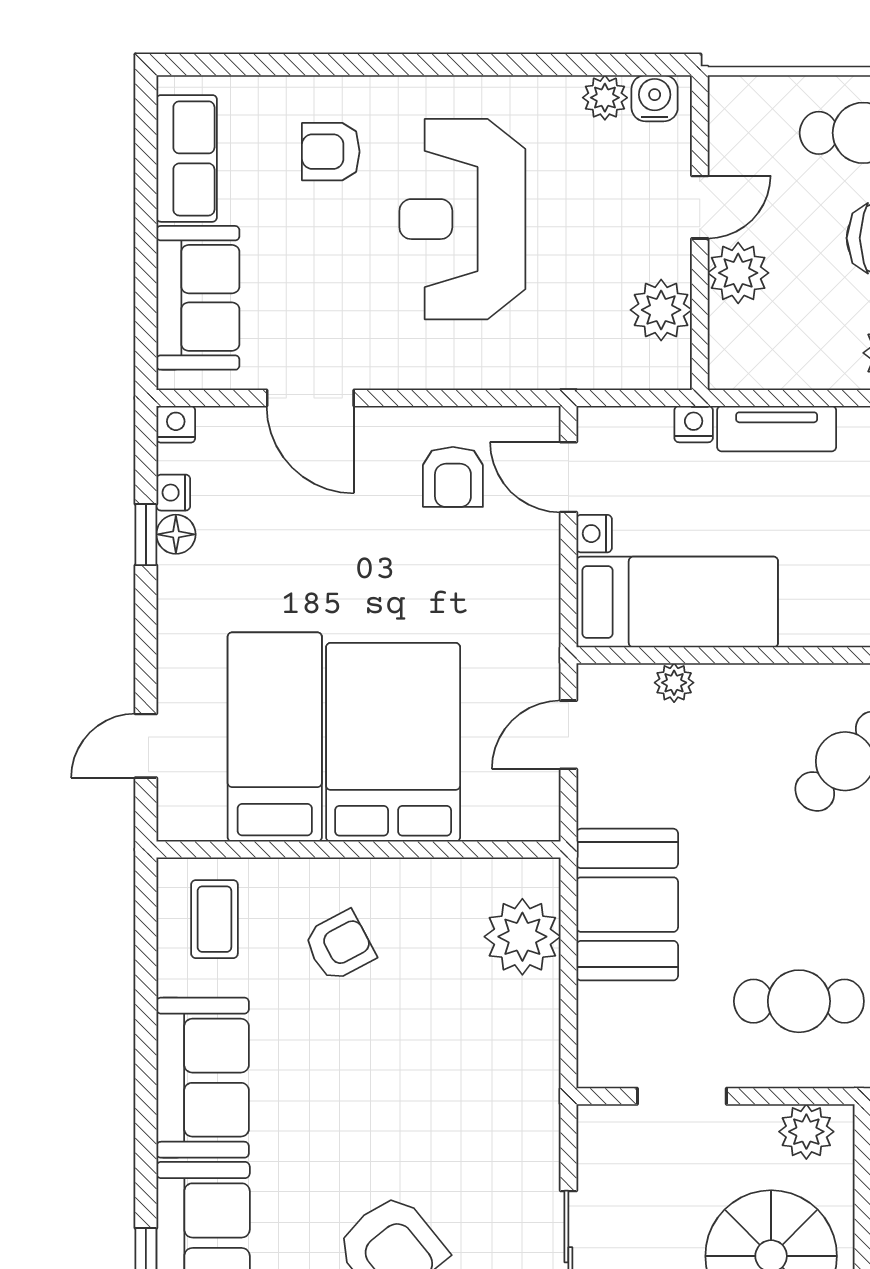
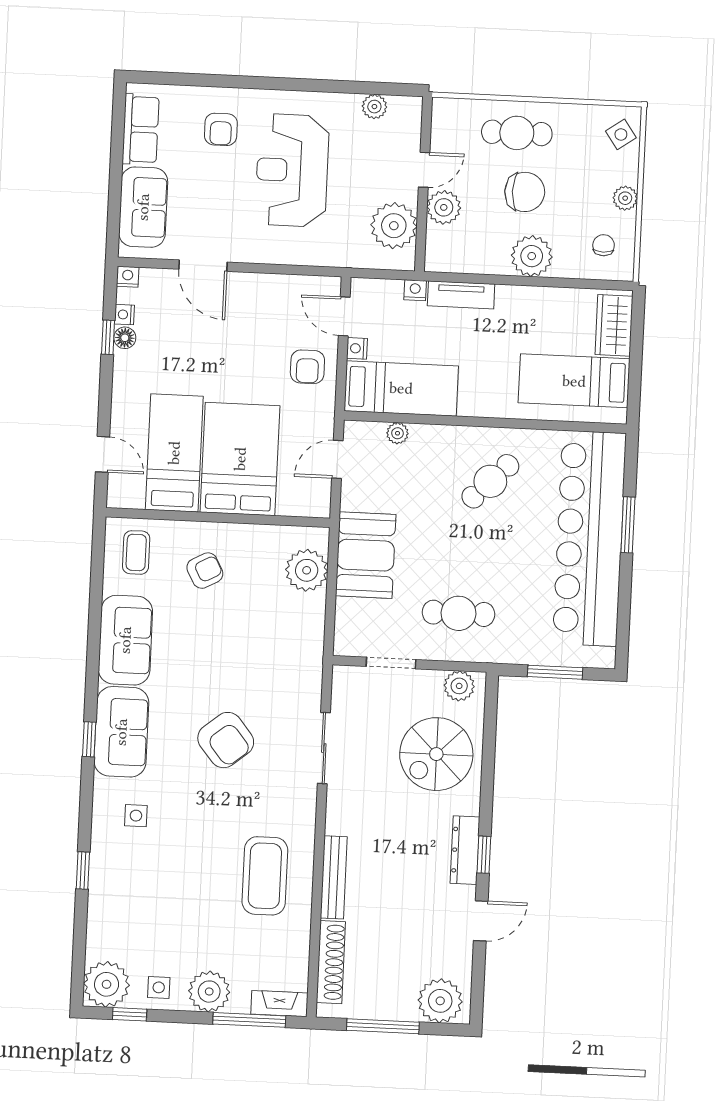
water cooler: (655, 98) -> (402, 108), removed
armchair: (331, 152) -> (221, 129), turned -90
plant: (661, 310) -> (394, 226), width x1.36, depth x1.36
armchair: (453, 477) -> (307, 367), moved
door: (146, 746) -> (103, 454), swing flipped

